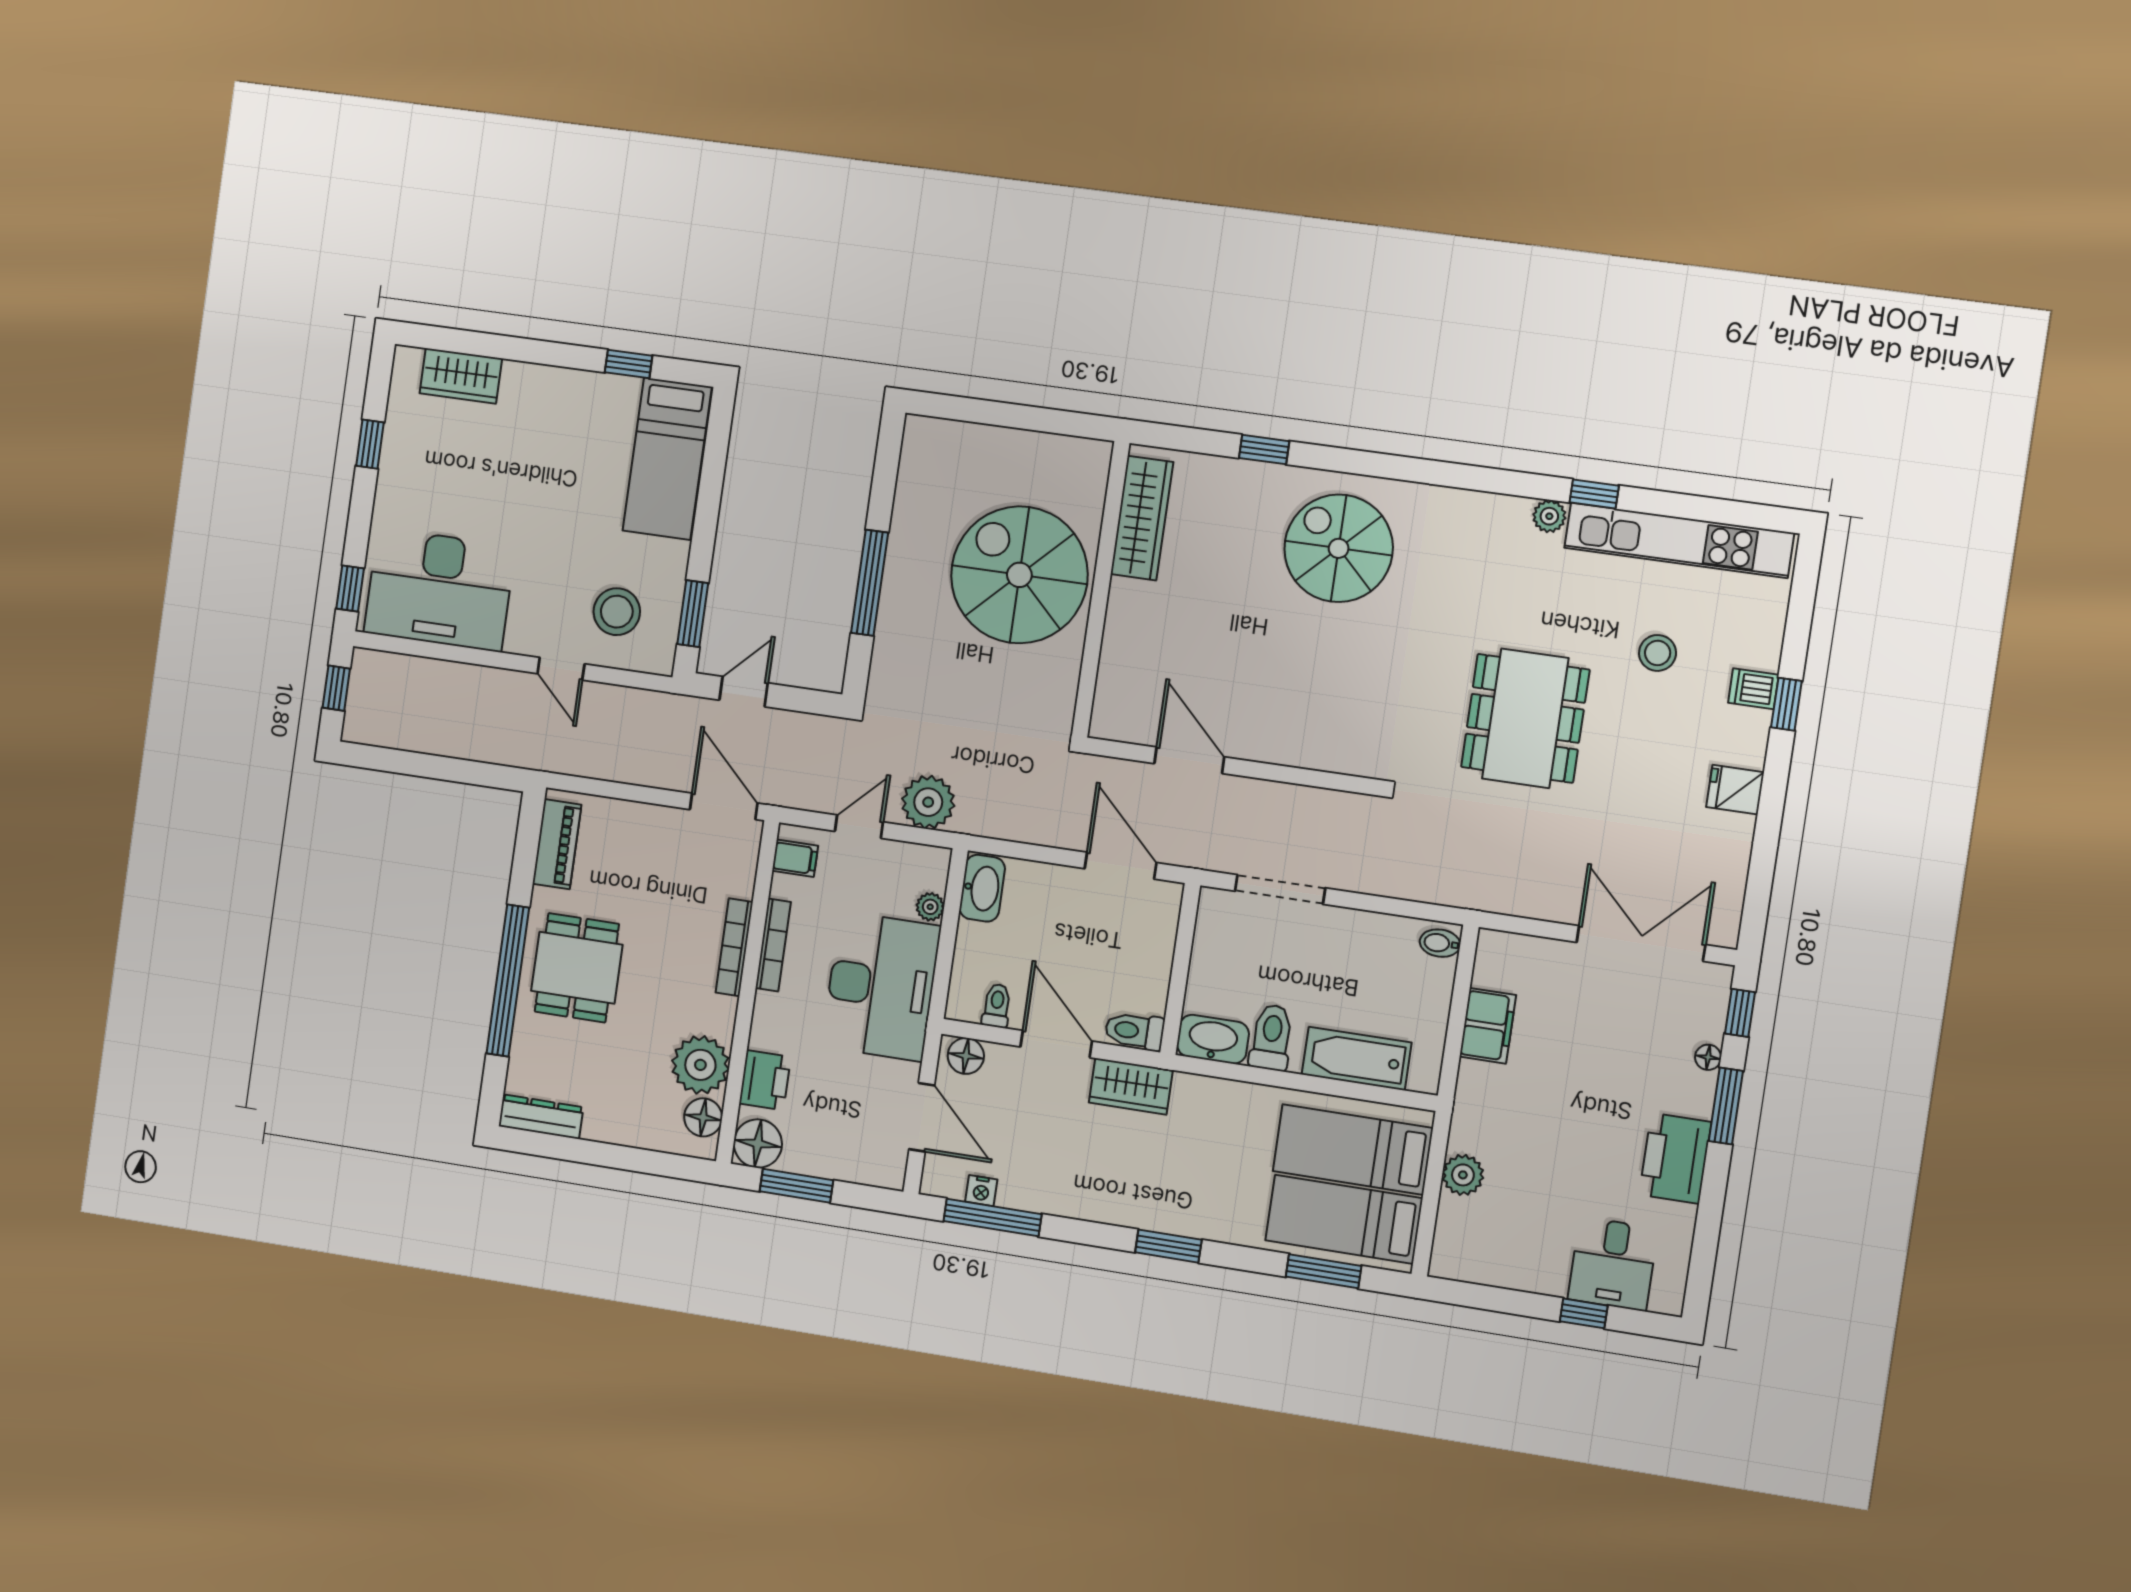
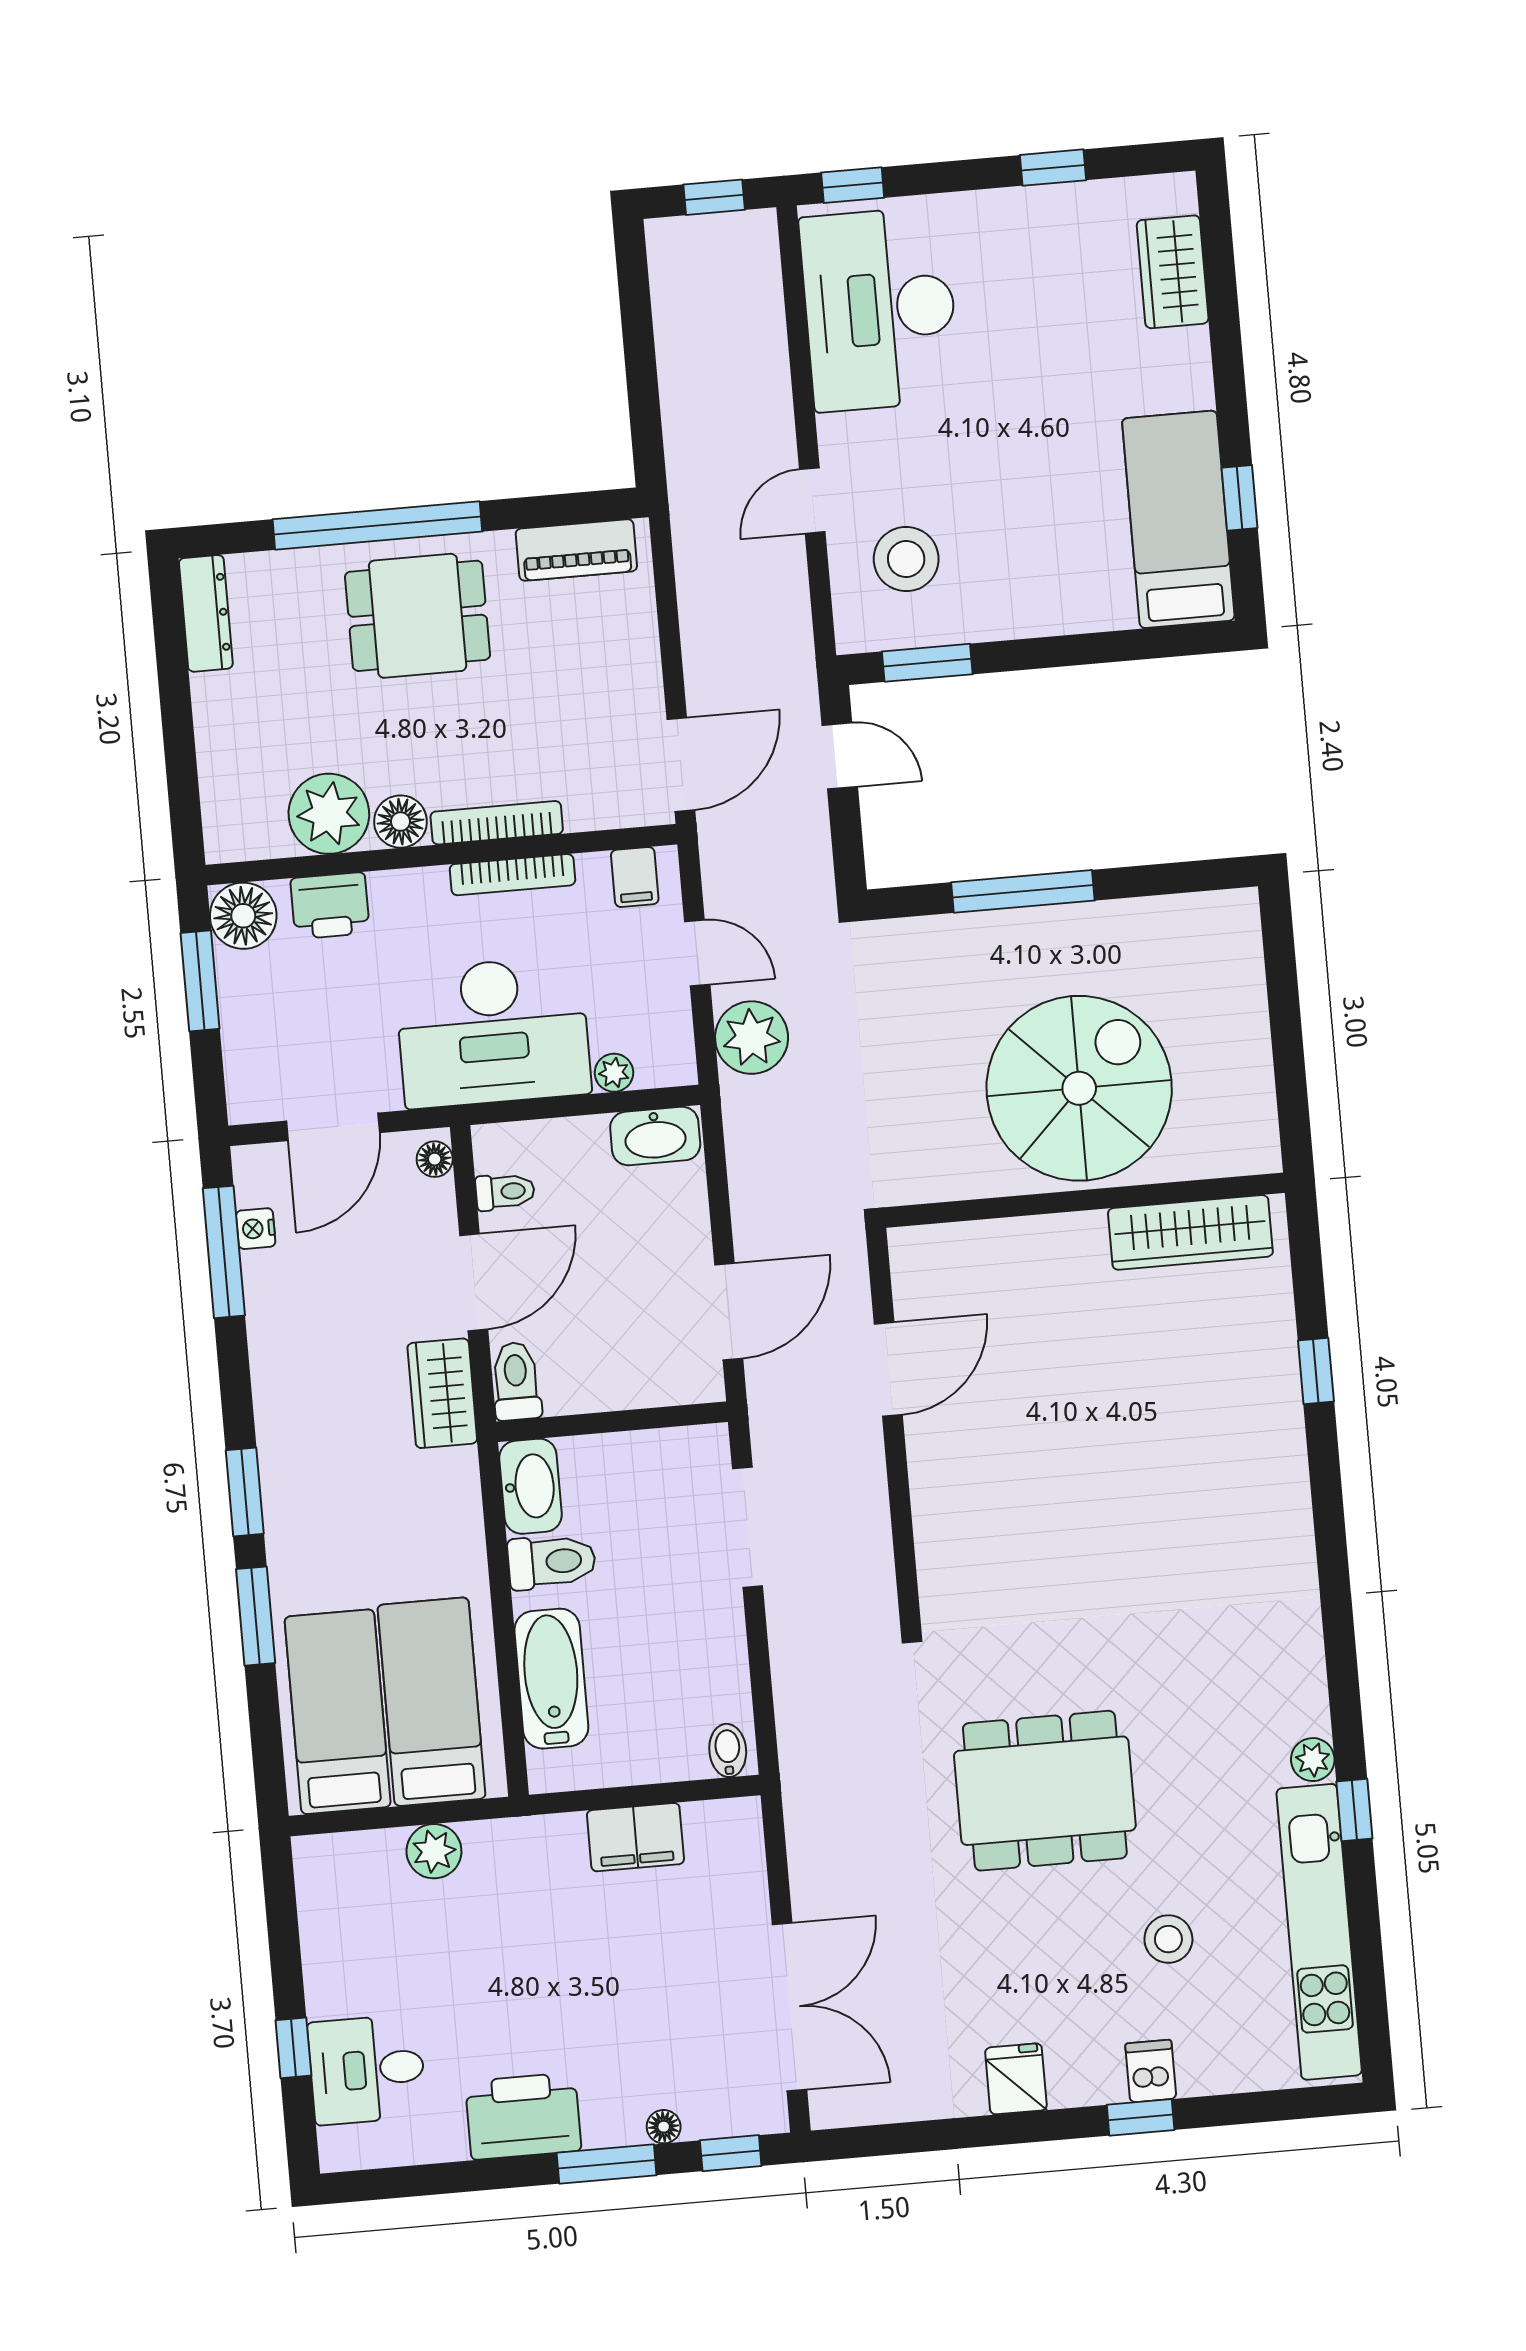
bed: (667, 459) -> (1178, 519), moved, turned 90
spiral stairs: (1339, 548) -> (1209, 1498), removed
floor lamp: (966, 1056) -> (435, 1159), width x0.73, depth x0.73
floor lamp: (703, 1117) -> (400, 822), moved
window: (1324, 1271) -> (256, 1616), moved

